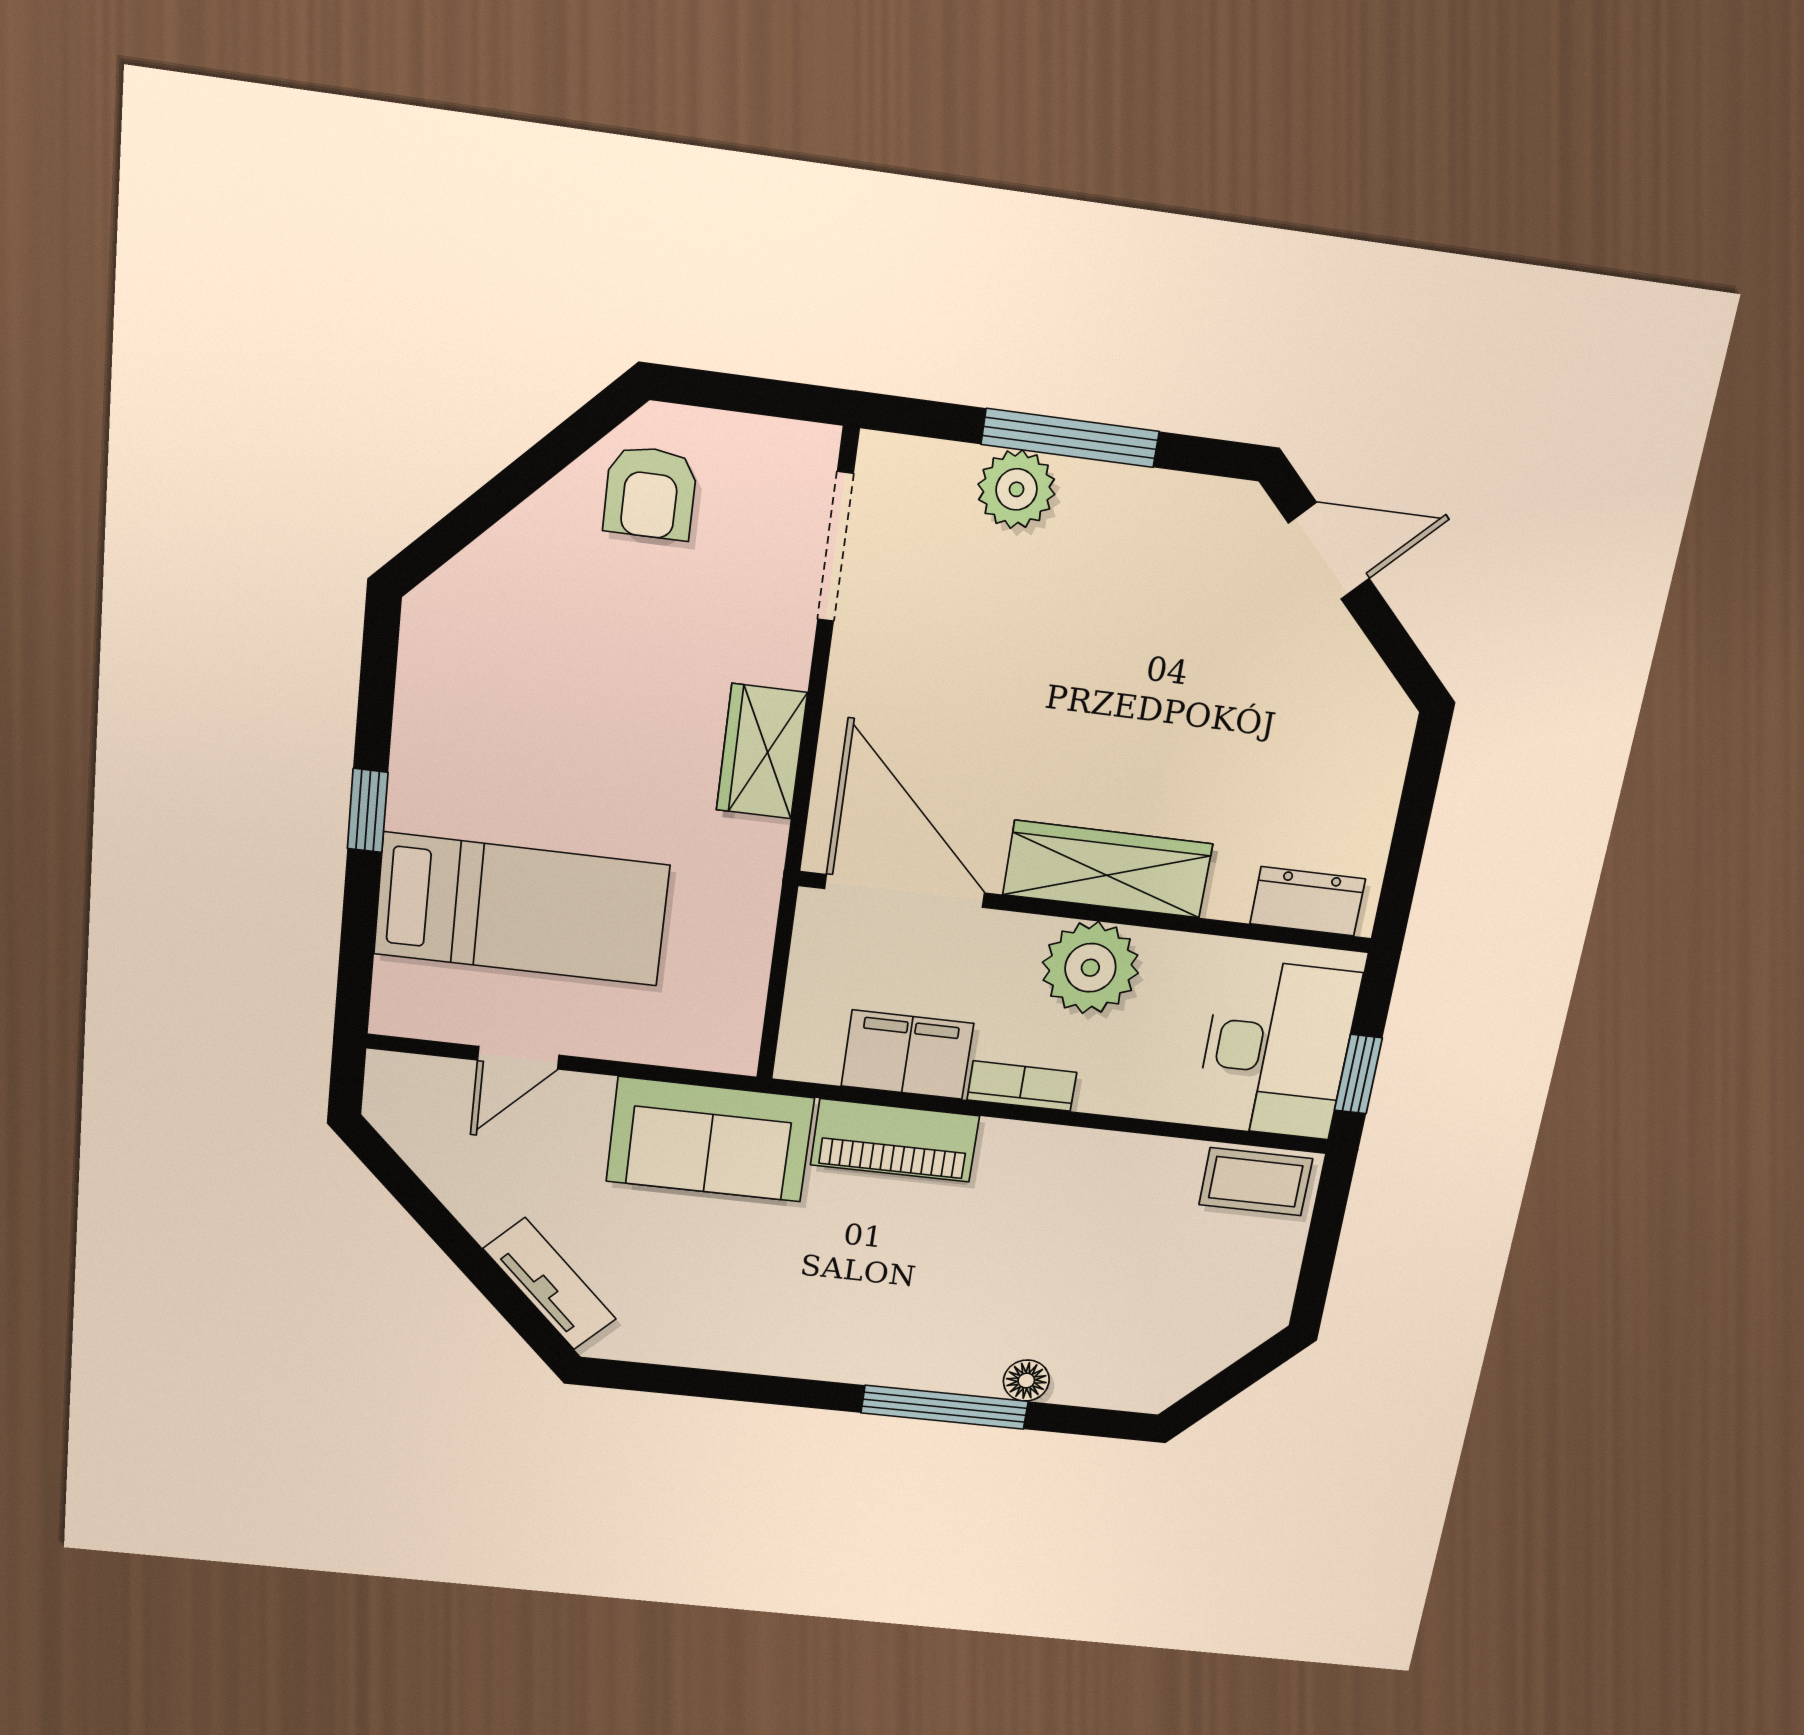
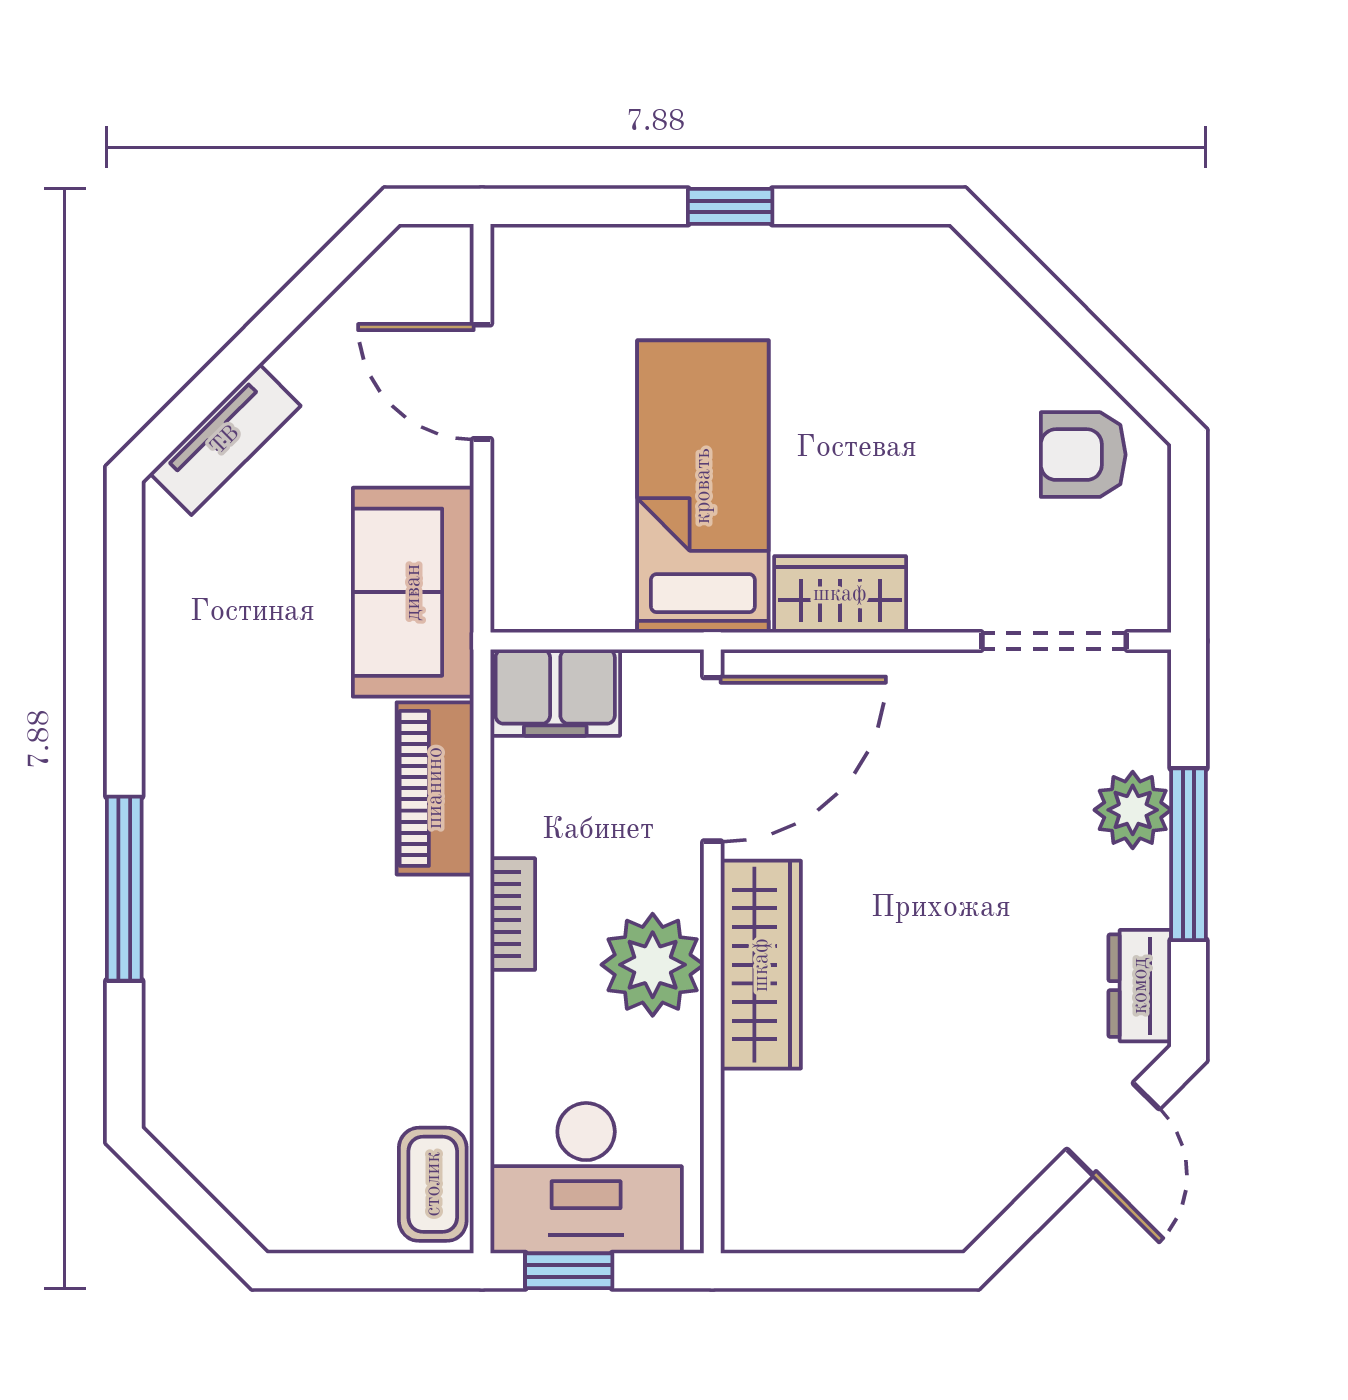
dresser: (1308, 901) -> (1140, 986), moved, turned 180
bed: (521, 909) -> (703, 486), moved, turned 180
filing cabinet: (907, 1055) -> (555, 693), moved, turned 90
door: (518, 1058) -> (482, 382), width x1.38
floor lamp: (1026, 1381) -> (167, 974), removed

